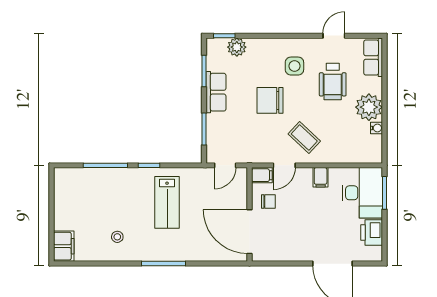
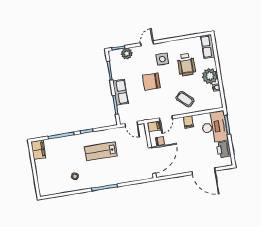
door: (334, 36) -> (147, 43), moved
row of seats: (216, 92) -> (121, 92), moved
coffee table: (304, 137) -> (185, 99), moved
door: (225, 165) -> (131, 124), hinge flipped
lab bench: (167, 202) -> (101, 151), turned 90
door: (250, 232) -> (152, 160), swing flipped
filing cabinet: (64, 246) -> (38, 150), moved

